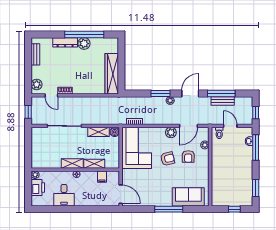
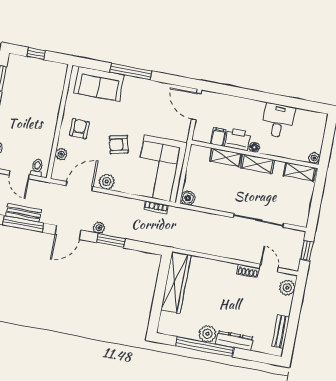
shelving: (98, 132) -> (300, 172), moved
armchair: (188, 157) -> (79, 129), moved
printer: (38, 187) -> (238, 139), moved, turned 90

